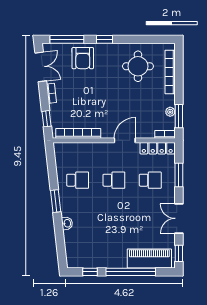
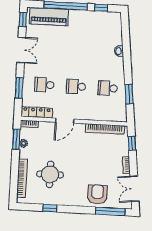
window: (104, 39) -> (50, 208), moved
round table: (138, 66) -> (50, 174), moved
window: (56, 201) -> (129, 94), moved

